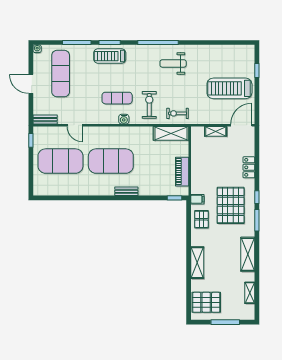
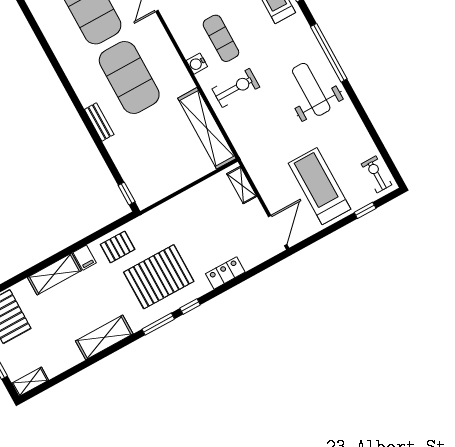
weight bench: (173, 63) -> (311, 89), width x1.36, depth x1.33
exercise bike: (178, 113) -> (376, 174), moved
door: (241, 125) -> (278, 230), hinge flipped
shelving: (216, 131) -> (242, 185), moved
shelving: (171, 133) -> (207, 128), width x1.47
piano: (182, 172) -> (169, 184), removed
filing cabinet: (197, 199) -> (85, 258), moved
shelving: (250, 293) -> (30, 382), moved

